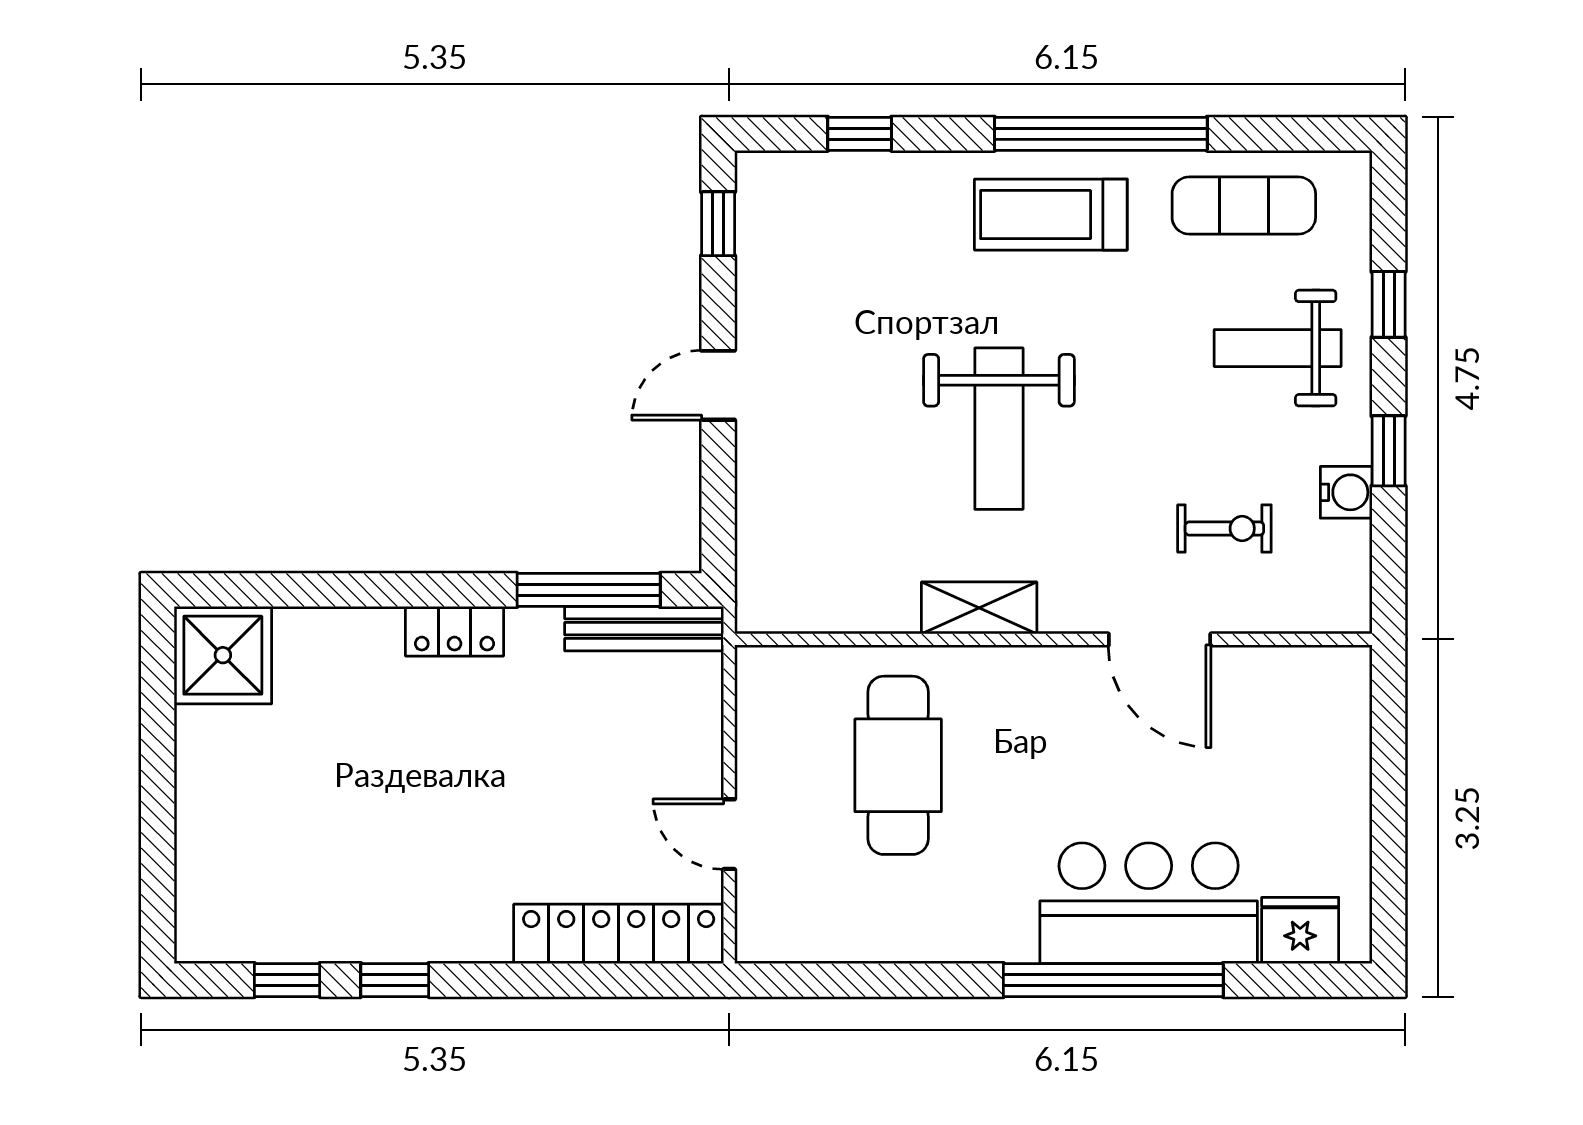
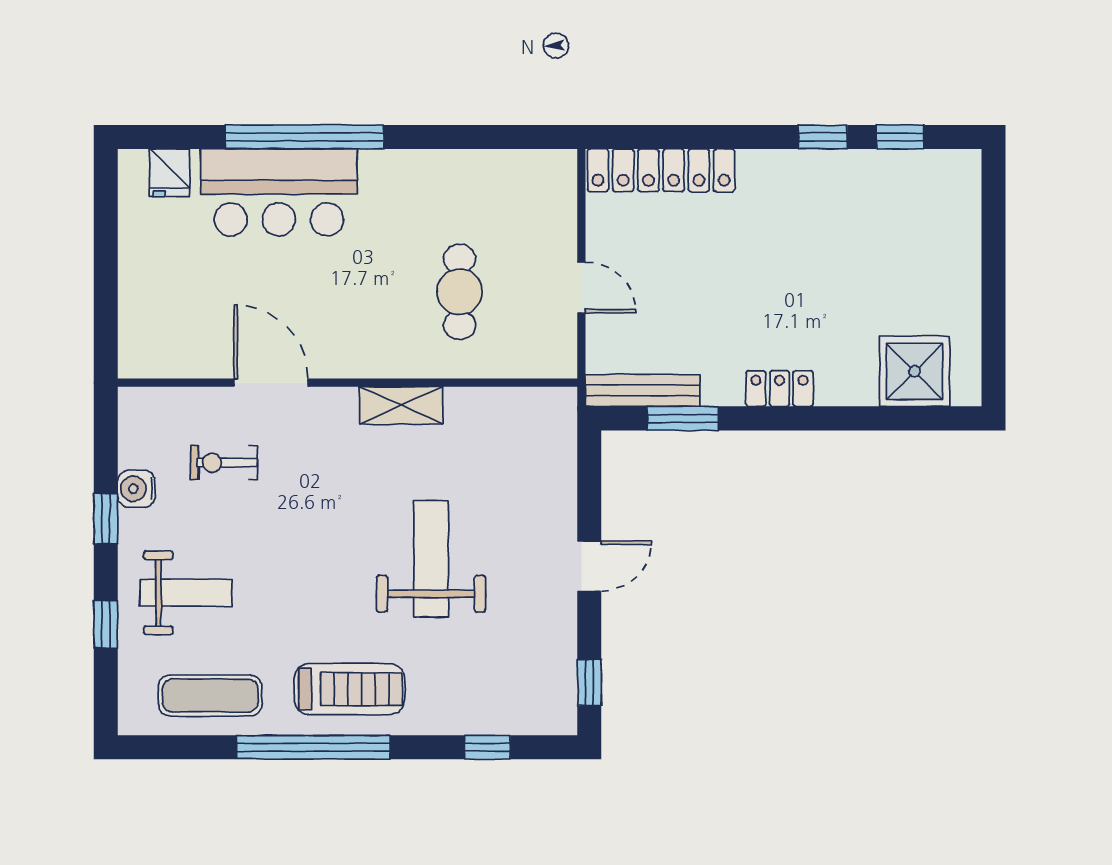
weight bench: (999, 429) -> (431, 559), moved
window: (589, 590) -> (683, 418), width x0.69
shower: (223, 655) -> (915, 371), moved
cafe table: (898, 765) -> (459, 292), width x0.73, depth x0.74
door: (729, 834) -> (581, 287), moved
fridge: (1300, 930) -> (170, 173), width x0.72

